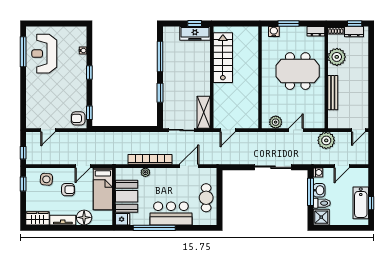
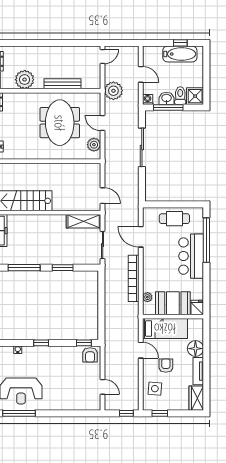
meeting table: (298, 71) -> (60, 123), moved
door: (358, 130) -> (103, 57), hinge flipped
plant: (145, 172) -> (147, 297), moved
window: (154, 228) -> (206, 240), moved

